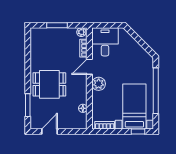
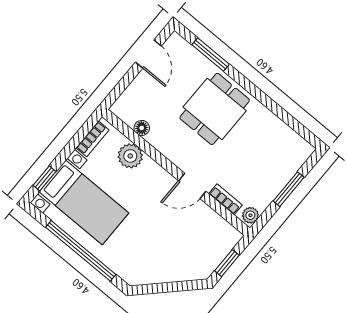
window: (110, 25) -> (227, 263), added
desk: (105, 42) -> (209, 237), removed
door: (89, 67) -> (192, 186), swing flipped
plant: (99, 84) -> (130, 156), moved

